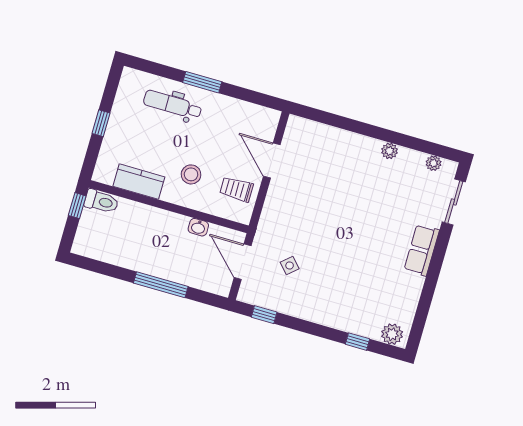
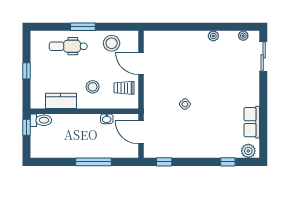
stool: (237, 119) -> (112, 43), added
row of seats: (422, 250) -> (252, 122), moved
side table: (290, 266) -> (185, 104), moved

